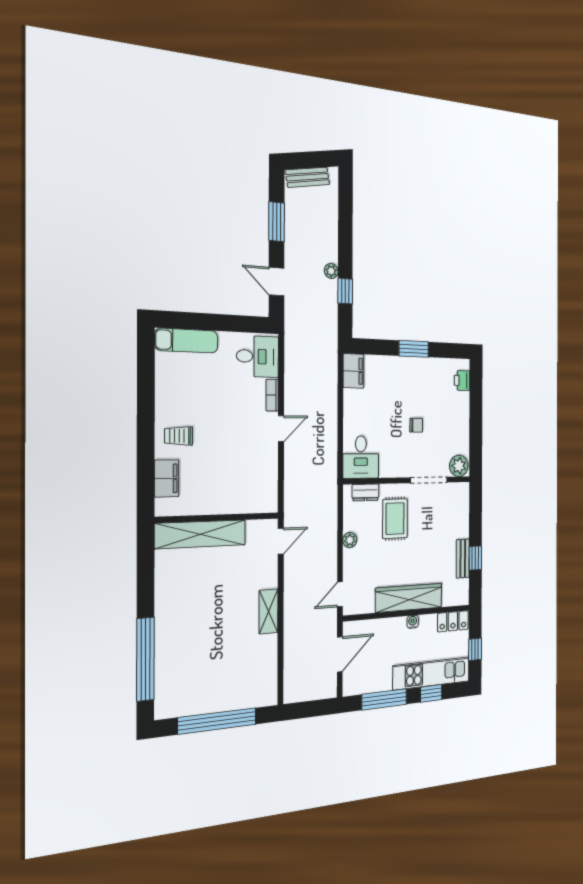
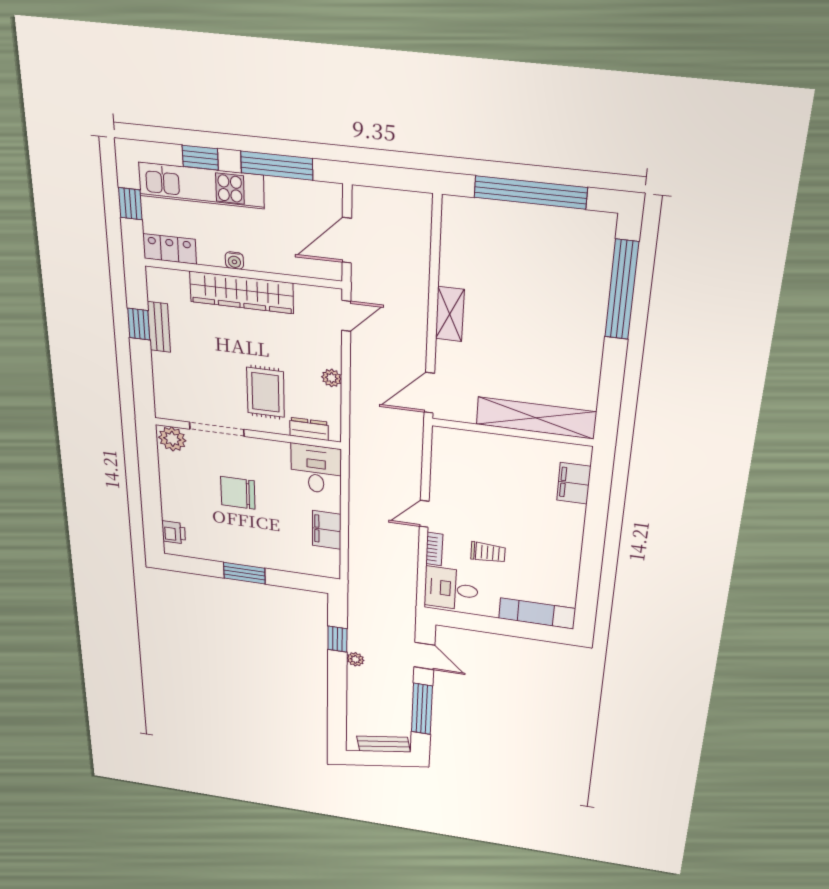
window: (277, 222) -> (422, 709), width x1.44
filing cabinet: (353, 371) -> (327, 530), moved
chair: (416, 425) -> (238, 493), width x1.87, depth x1.87
trolley: (179, 436) -> (488, 552), moved
door: (281, 541) -> (429, 393), width x1.38

